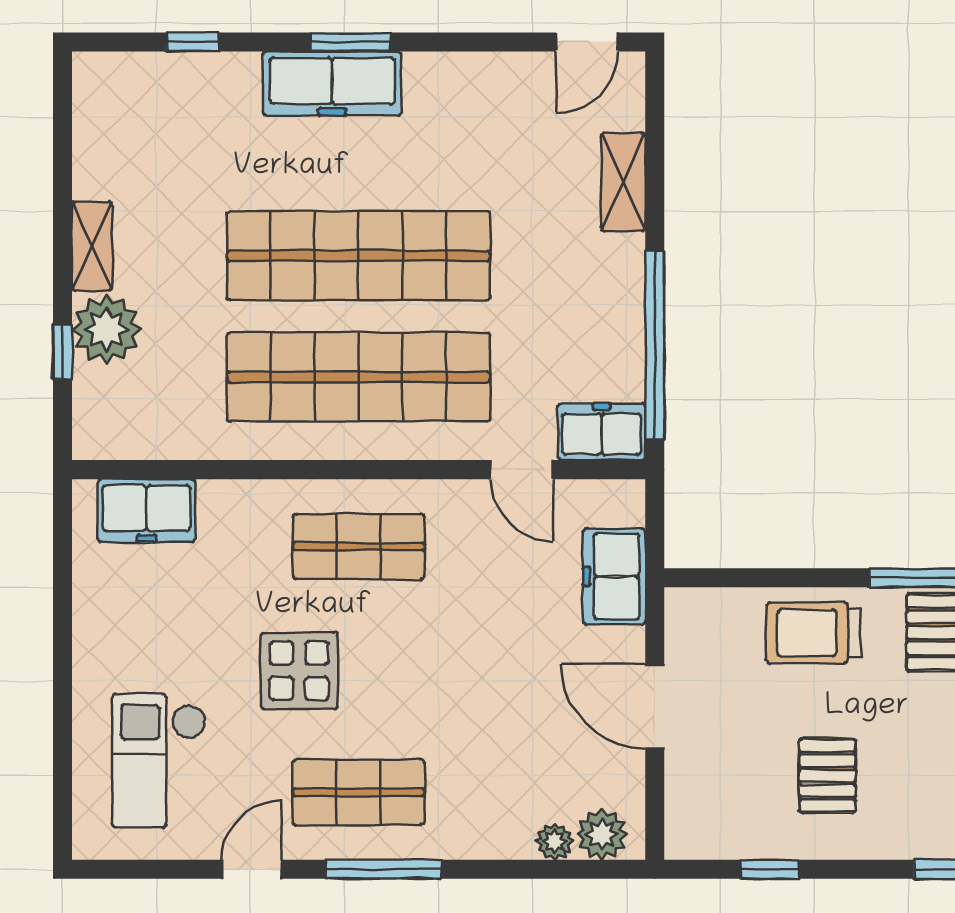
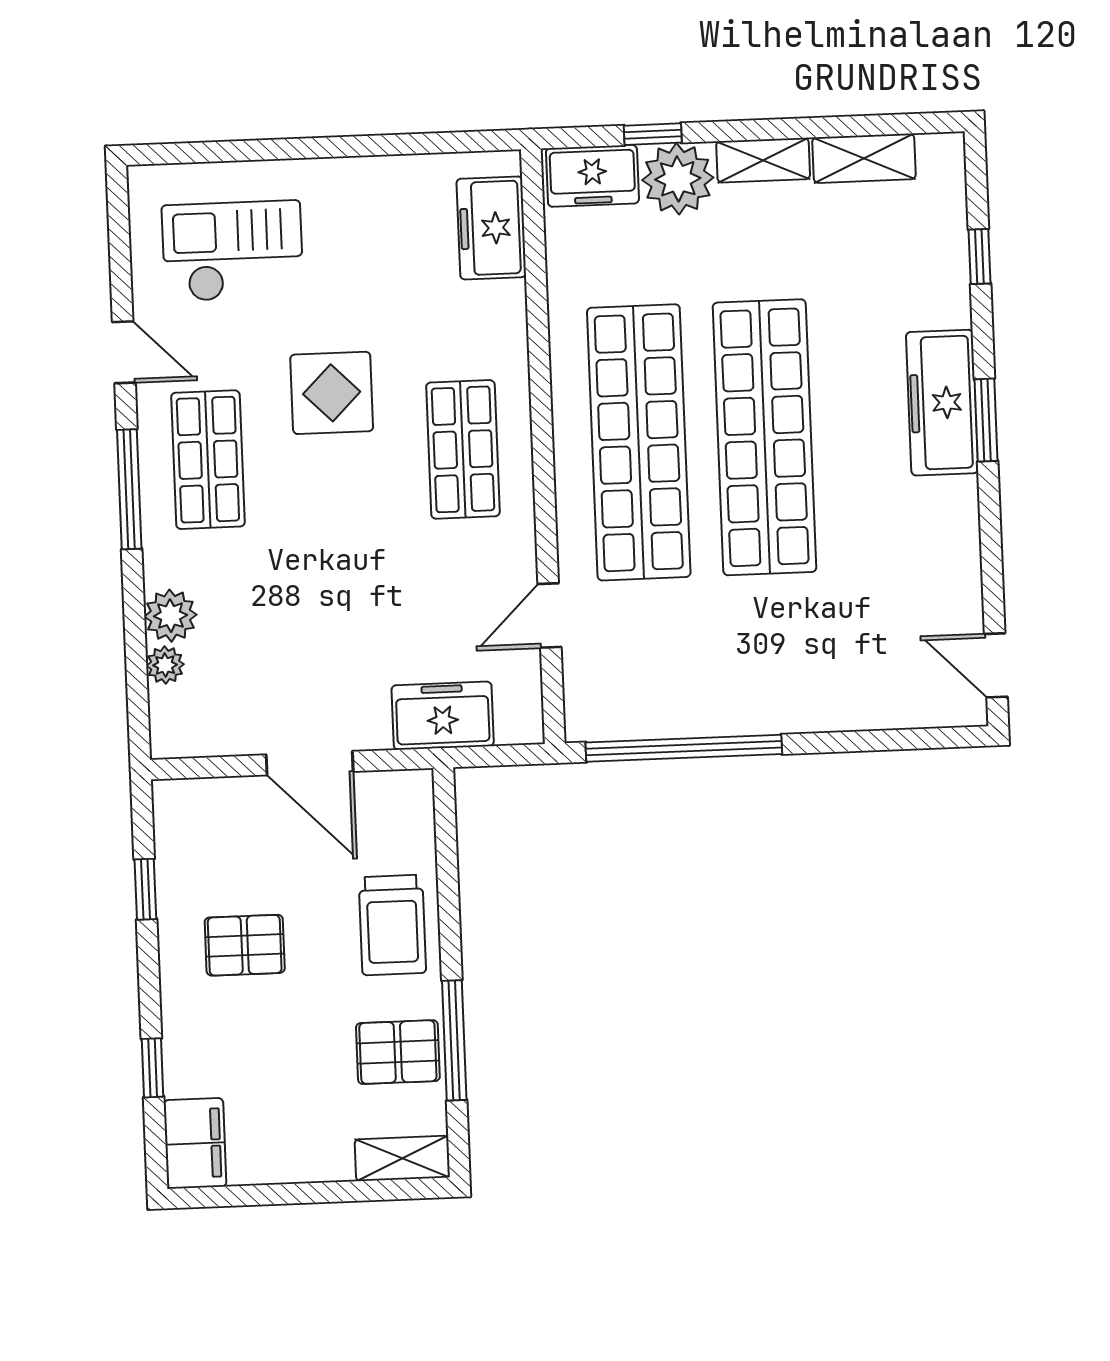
shelving: (623, 182) -> (864, 158), moved
freezer: (602, 432) -> (592, 176), moved, turned 90
trolley: (814, 633) -> (392, 925), turned 180
door: (655, 706) -> (310, 763), swing flipped
plant: (602, 834) -> (170, 616), moved

